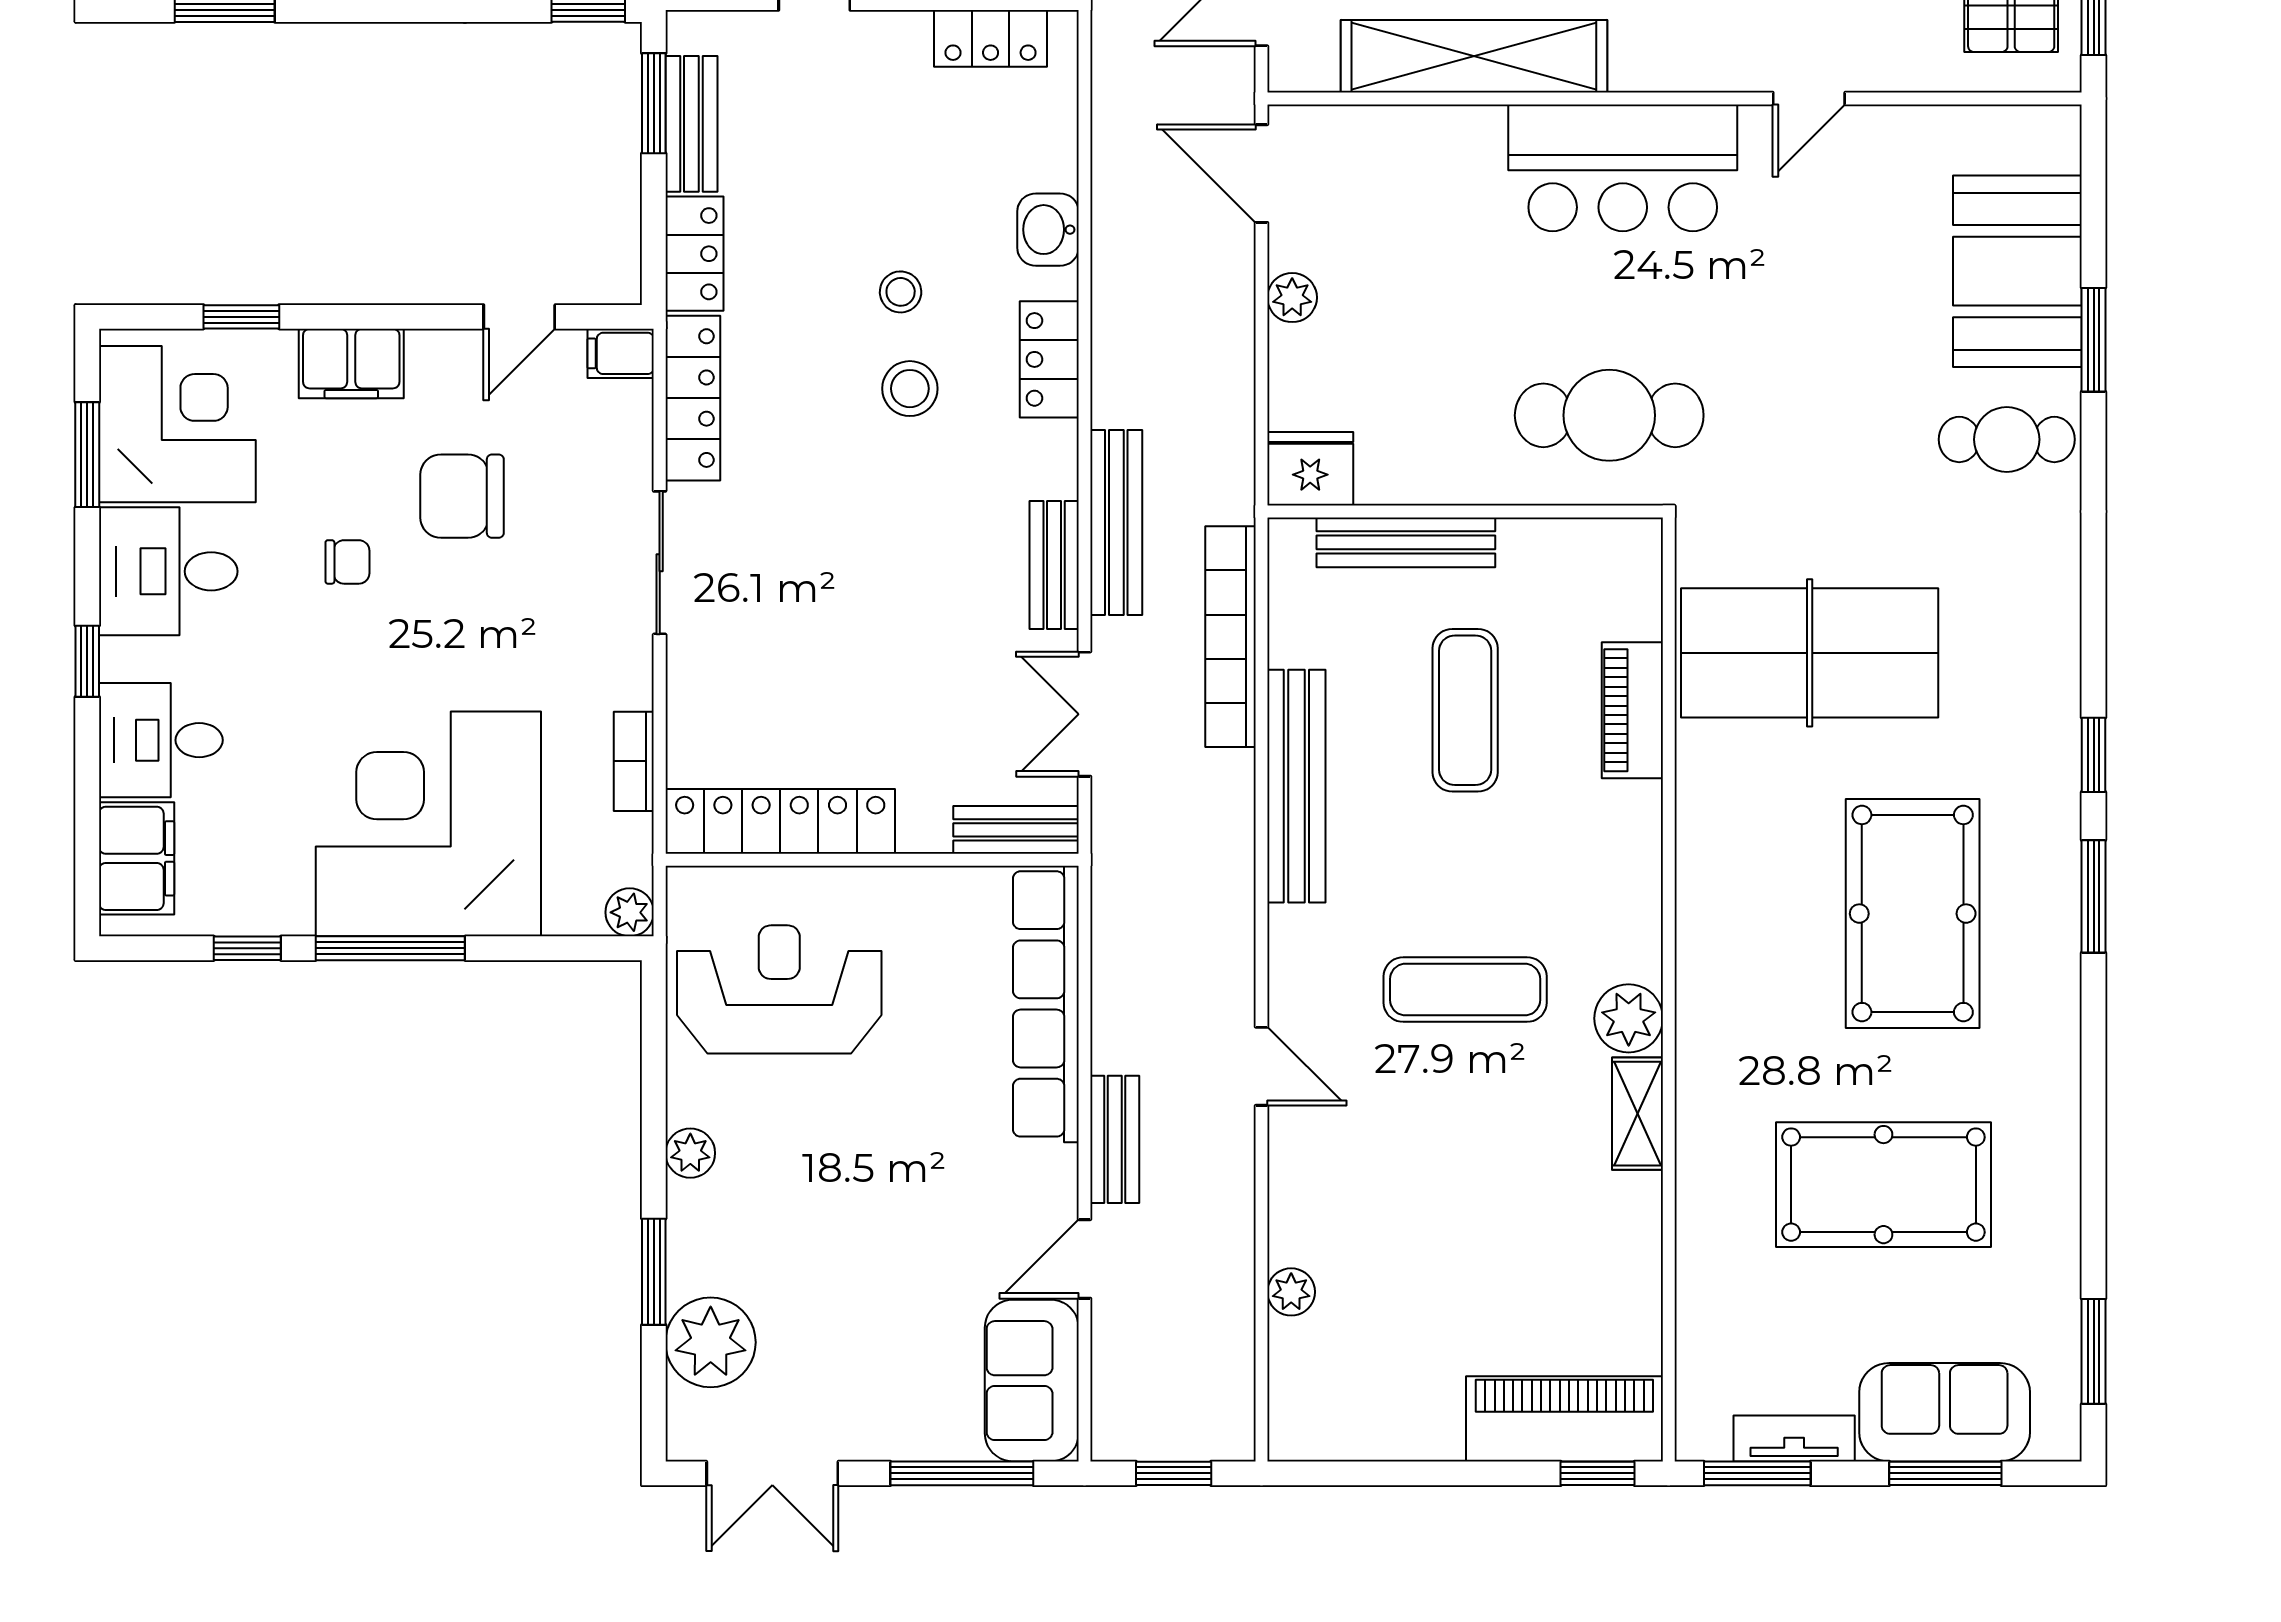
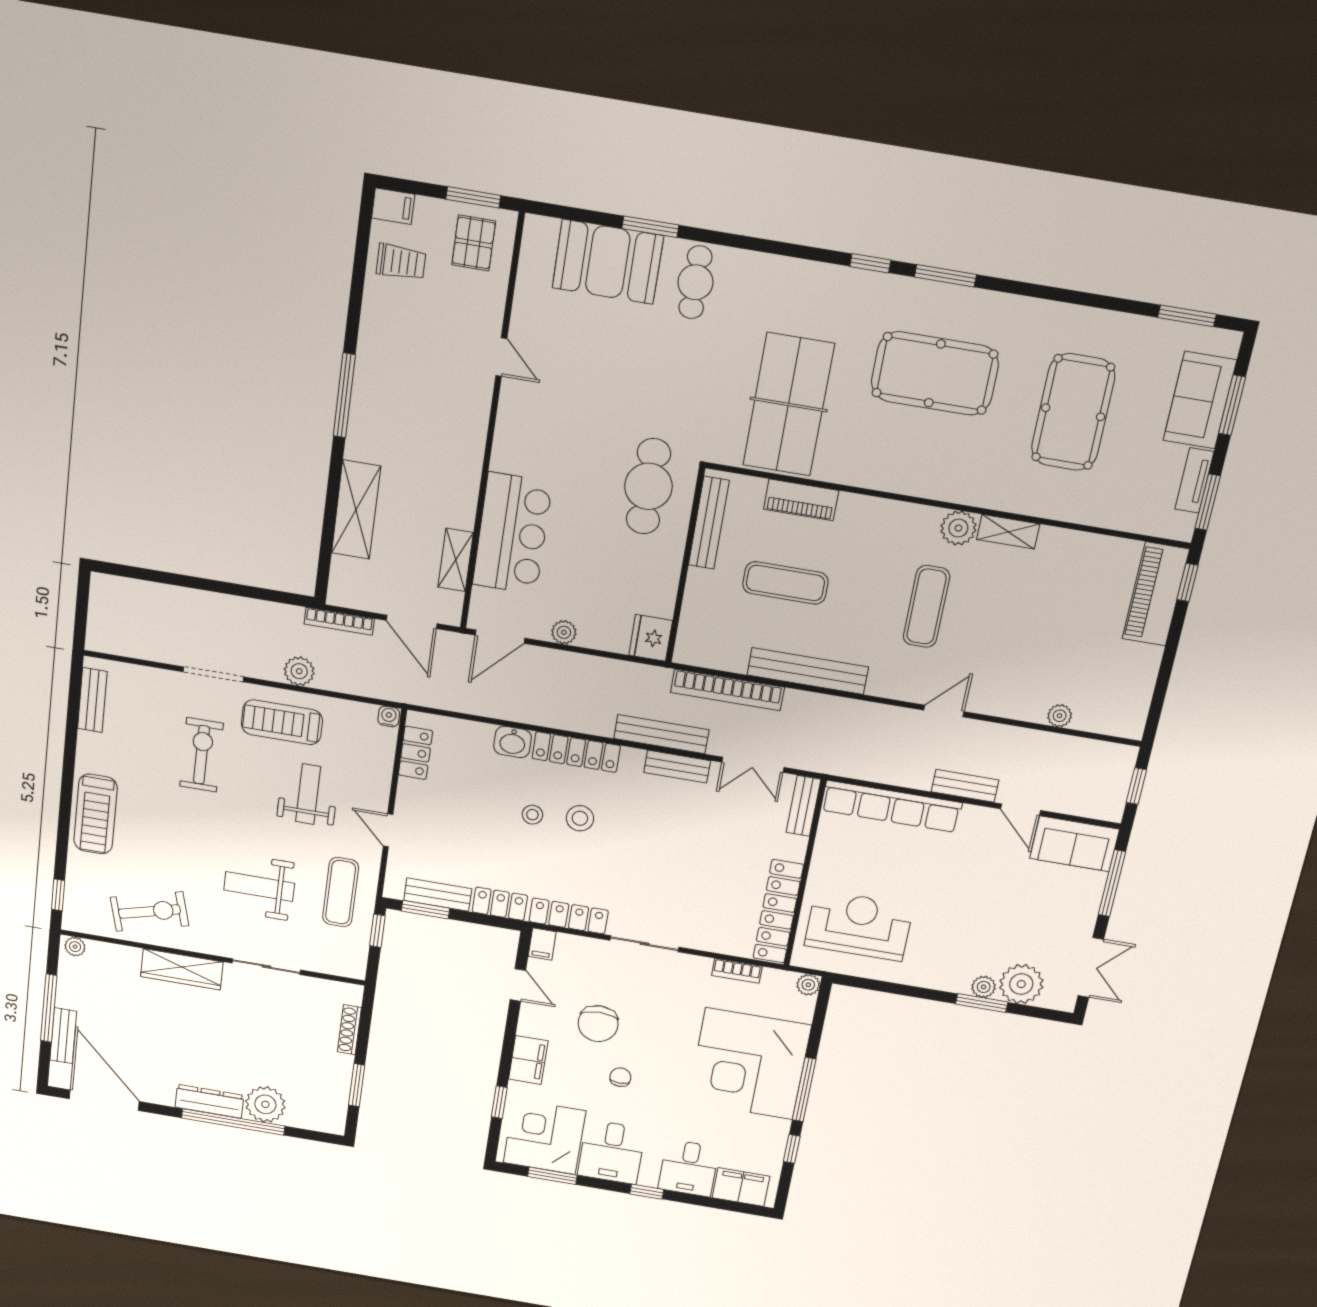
shelving: (1474, 56) -> (456, 560), width x0.45, depth x0.75
bar counter: (1623, 168) -> (512, 533), moved
locker: (1049, 359) -> (576, 752), width x1.53
bench: (1406, 542) -> (709, 523), moved
reception desk: (779, 989) -> (859, 925), turned 90
plant: (690, 1153) -> (984, 987), moved

